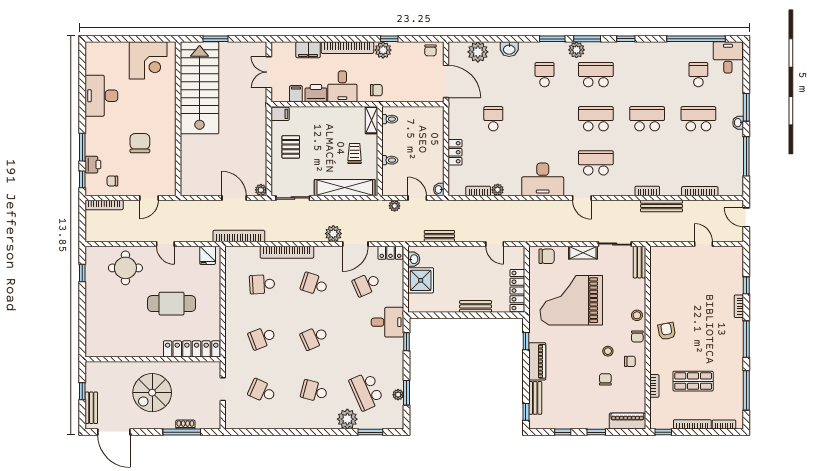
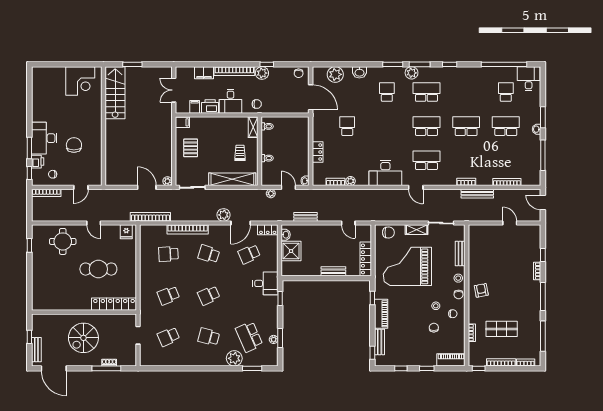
stairs: (200, 88) -> (115, 93), width x0.73, depth x0.66
desk: (101, 96) -> (44, 138), moved
bench: (639, 262) -> (460, 253), moved
school desk: (262, 391) -> (168, 337), turned -48

